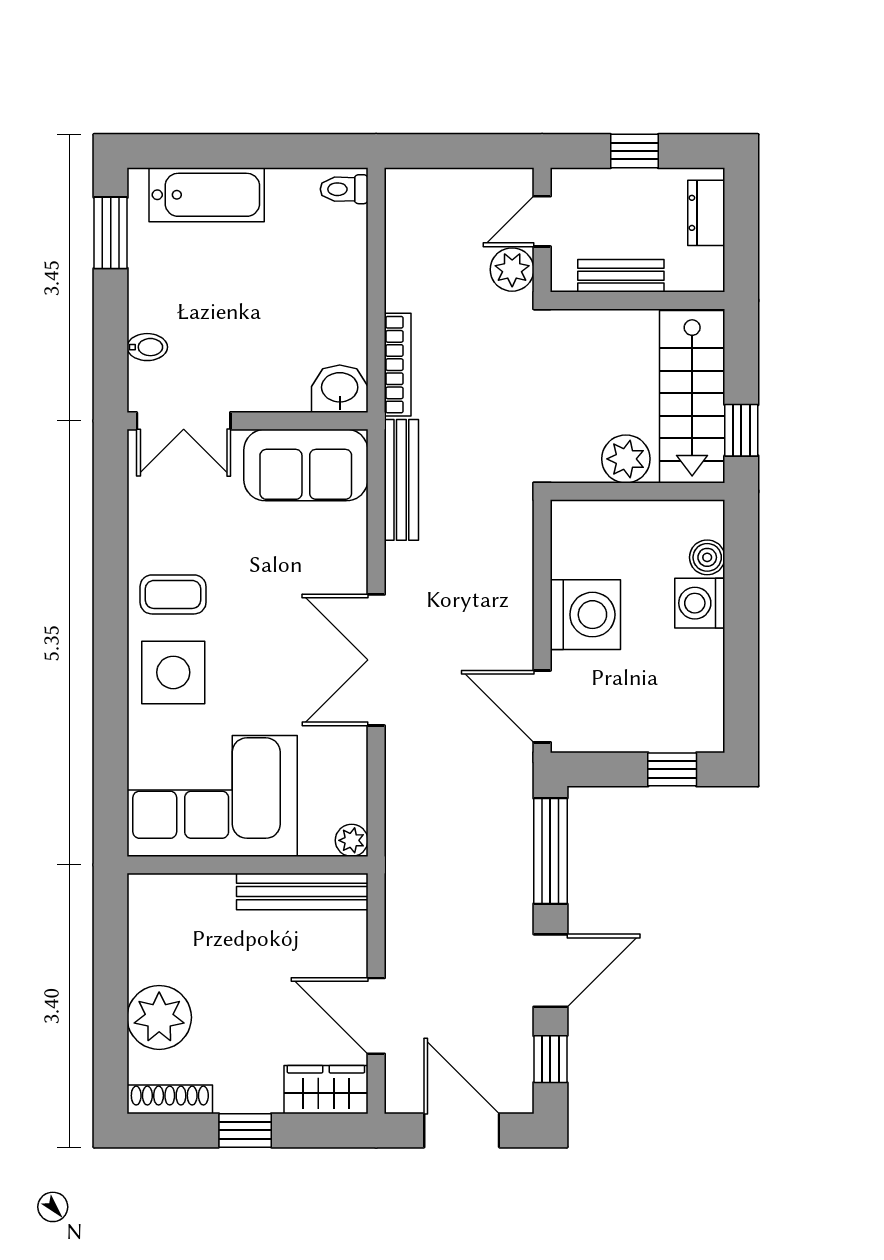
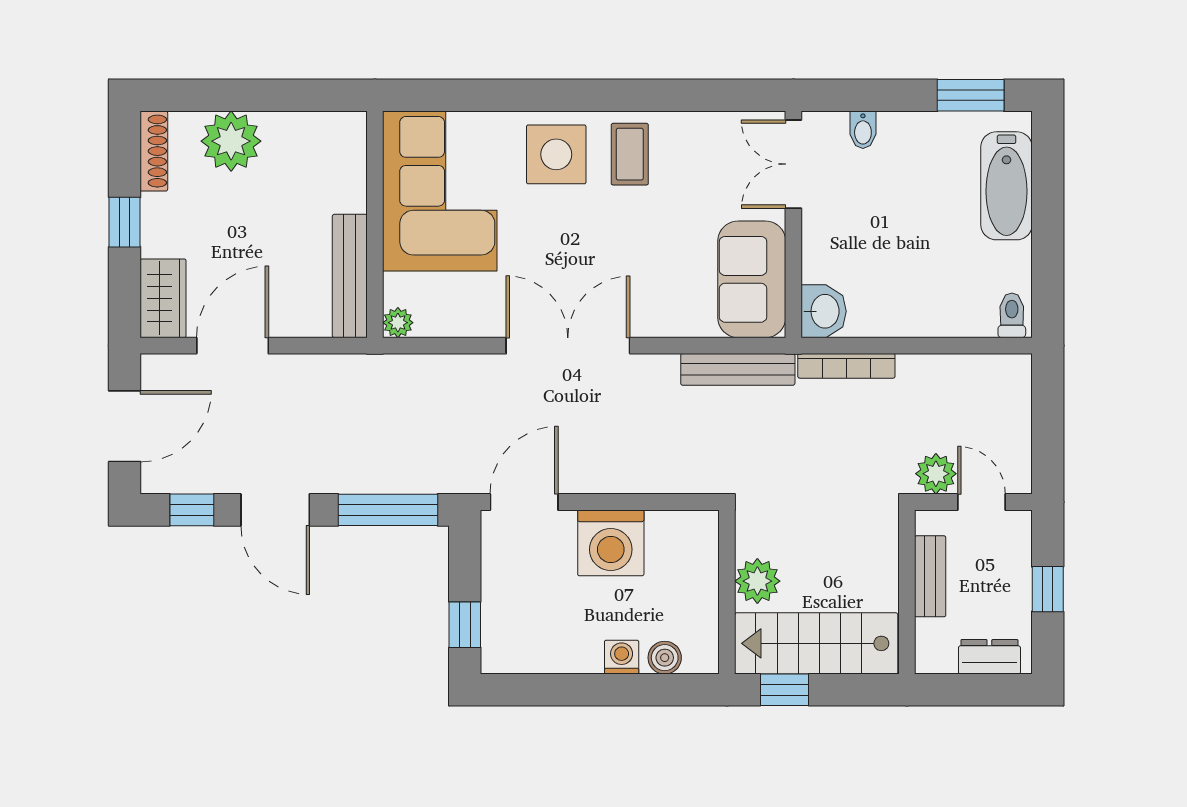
washing machine: (700, 603) -> (622, 657), width x0.73, depth x0.73

